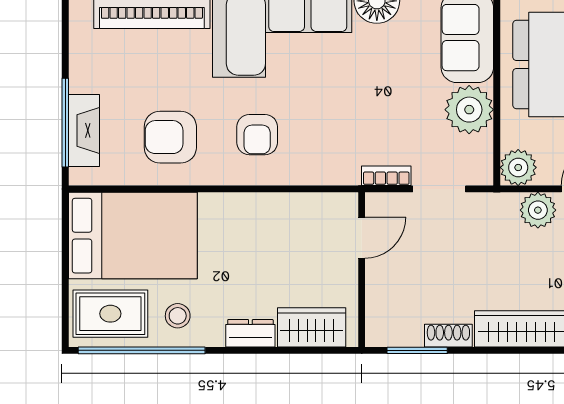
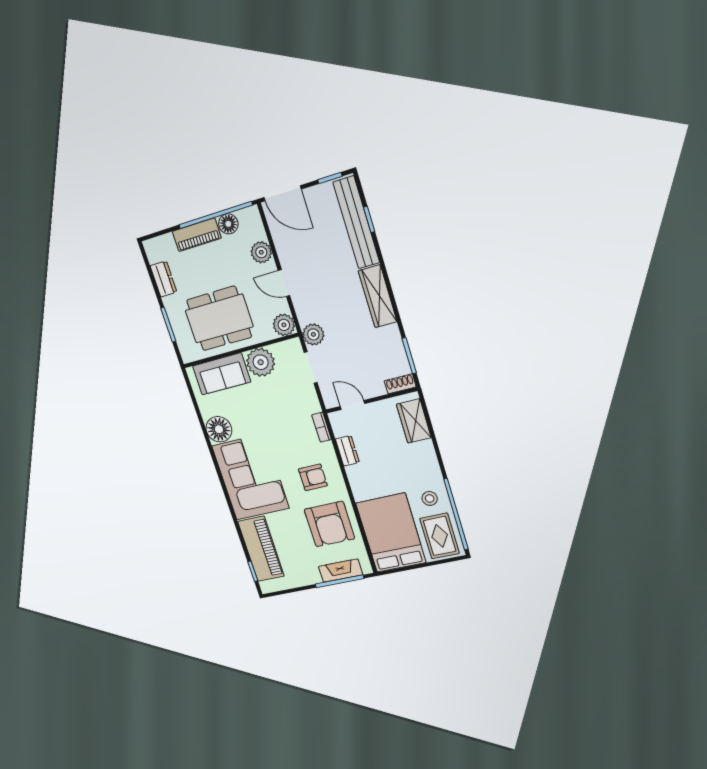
armchair: (170, 137) -> (329, 524), width x1.36, depth x1.36
bookcase: (386, 176) -> (322, 427), moved
plant: (538, 210) -> (313, 334), moved
dresser: (250, 333) -> (347, 451), moved, turned 180
shoe rack: (448, 336) -> (400, 384), moved, turned 90

